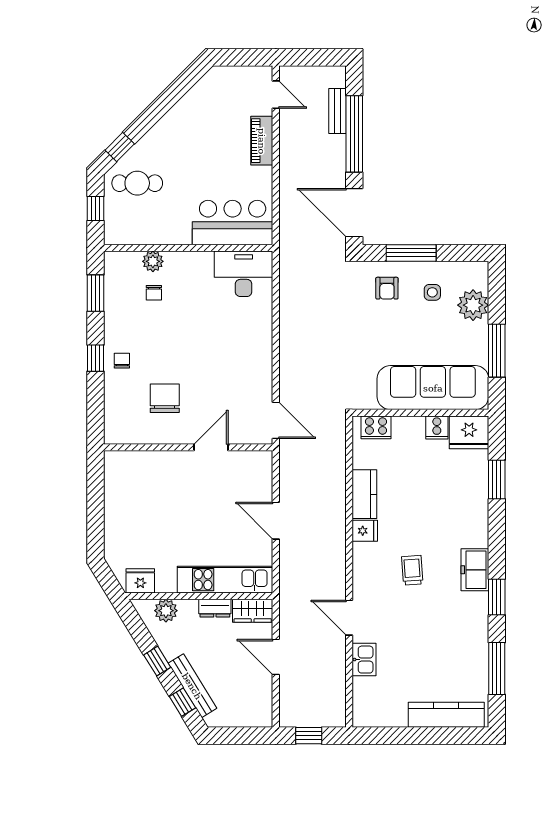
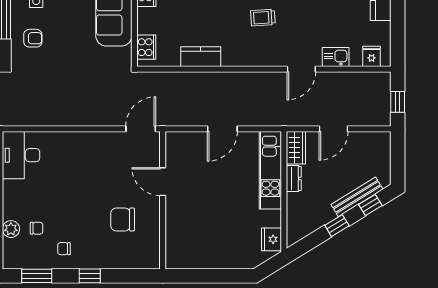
chair: (122, 361) -> (64, 249), moved
fridge: (365, 531) -> (372, 56), moved
plant: (166, 611) -> (296, 218), removed

